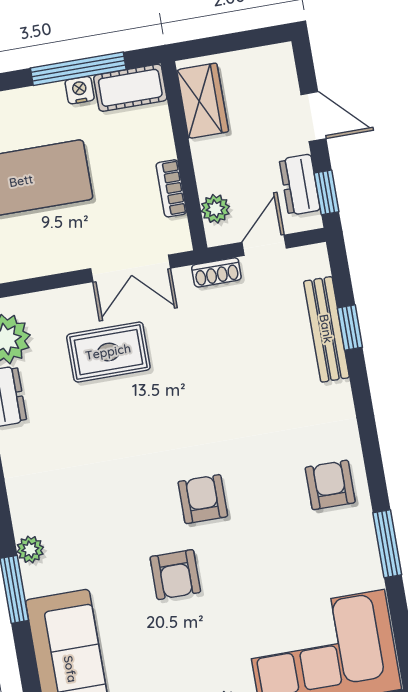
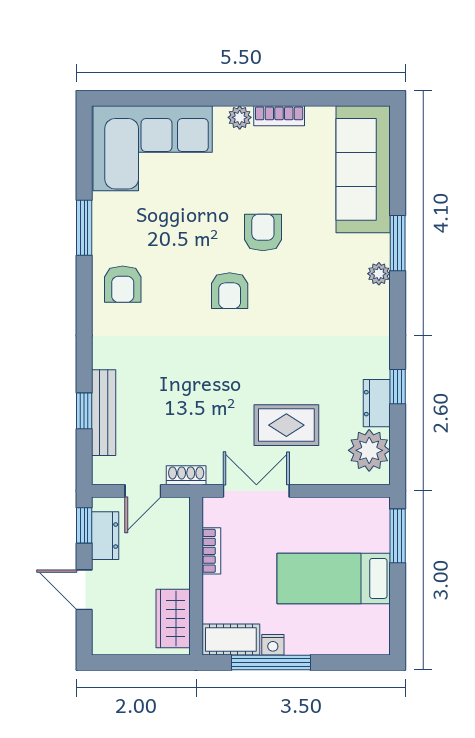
plant: (215, 209) -> (178, 528), removed

